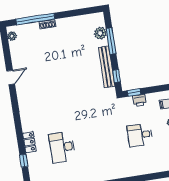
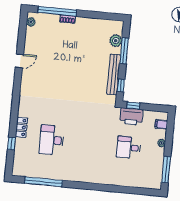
printer: (140, 100) -> (131, 116), width x1.87, depth x1.48

